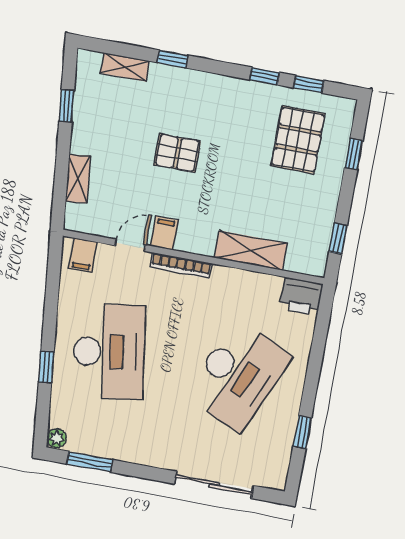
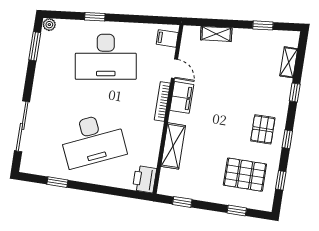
window: (264, 76) -> (287, 139), moved
pallet: (177, 153) -> (263, 129), moved
filing cabinet: (164, 233) -> (182, 97), width x2.00
desk: (238, 376) -> (93, 140), turned -48

